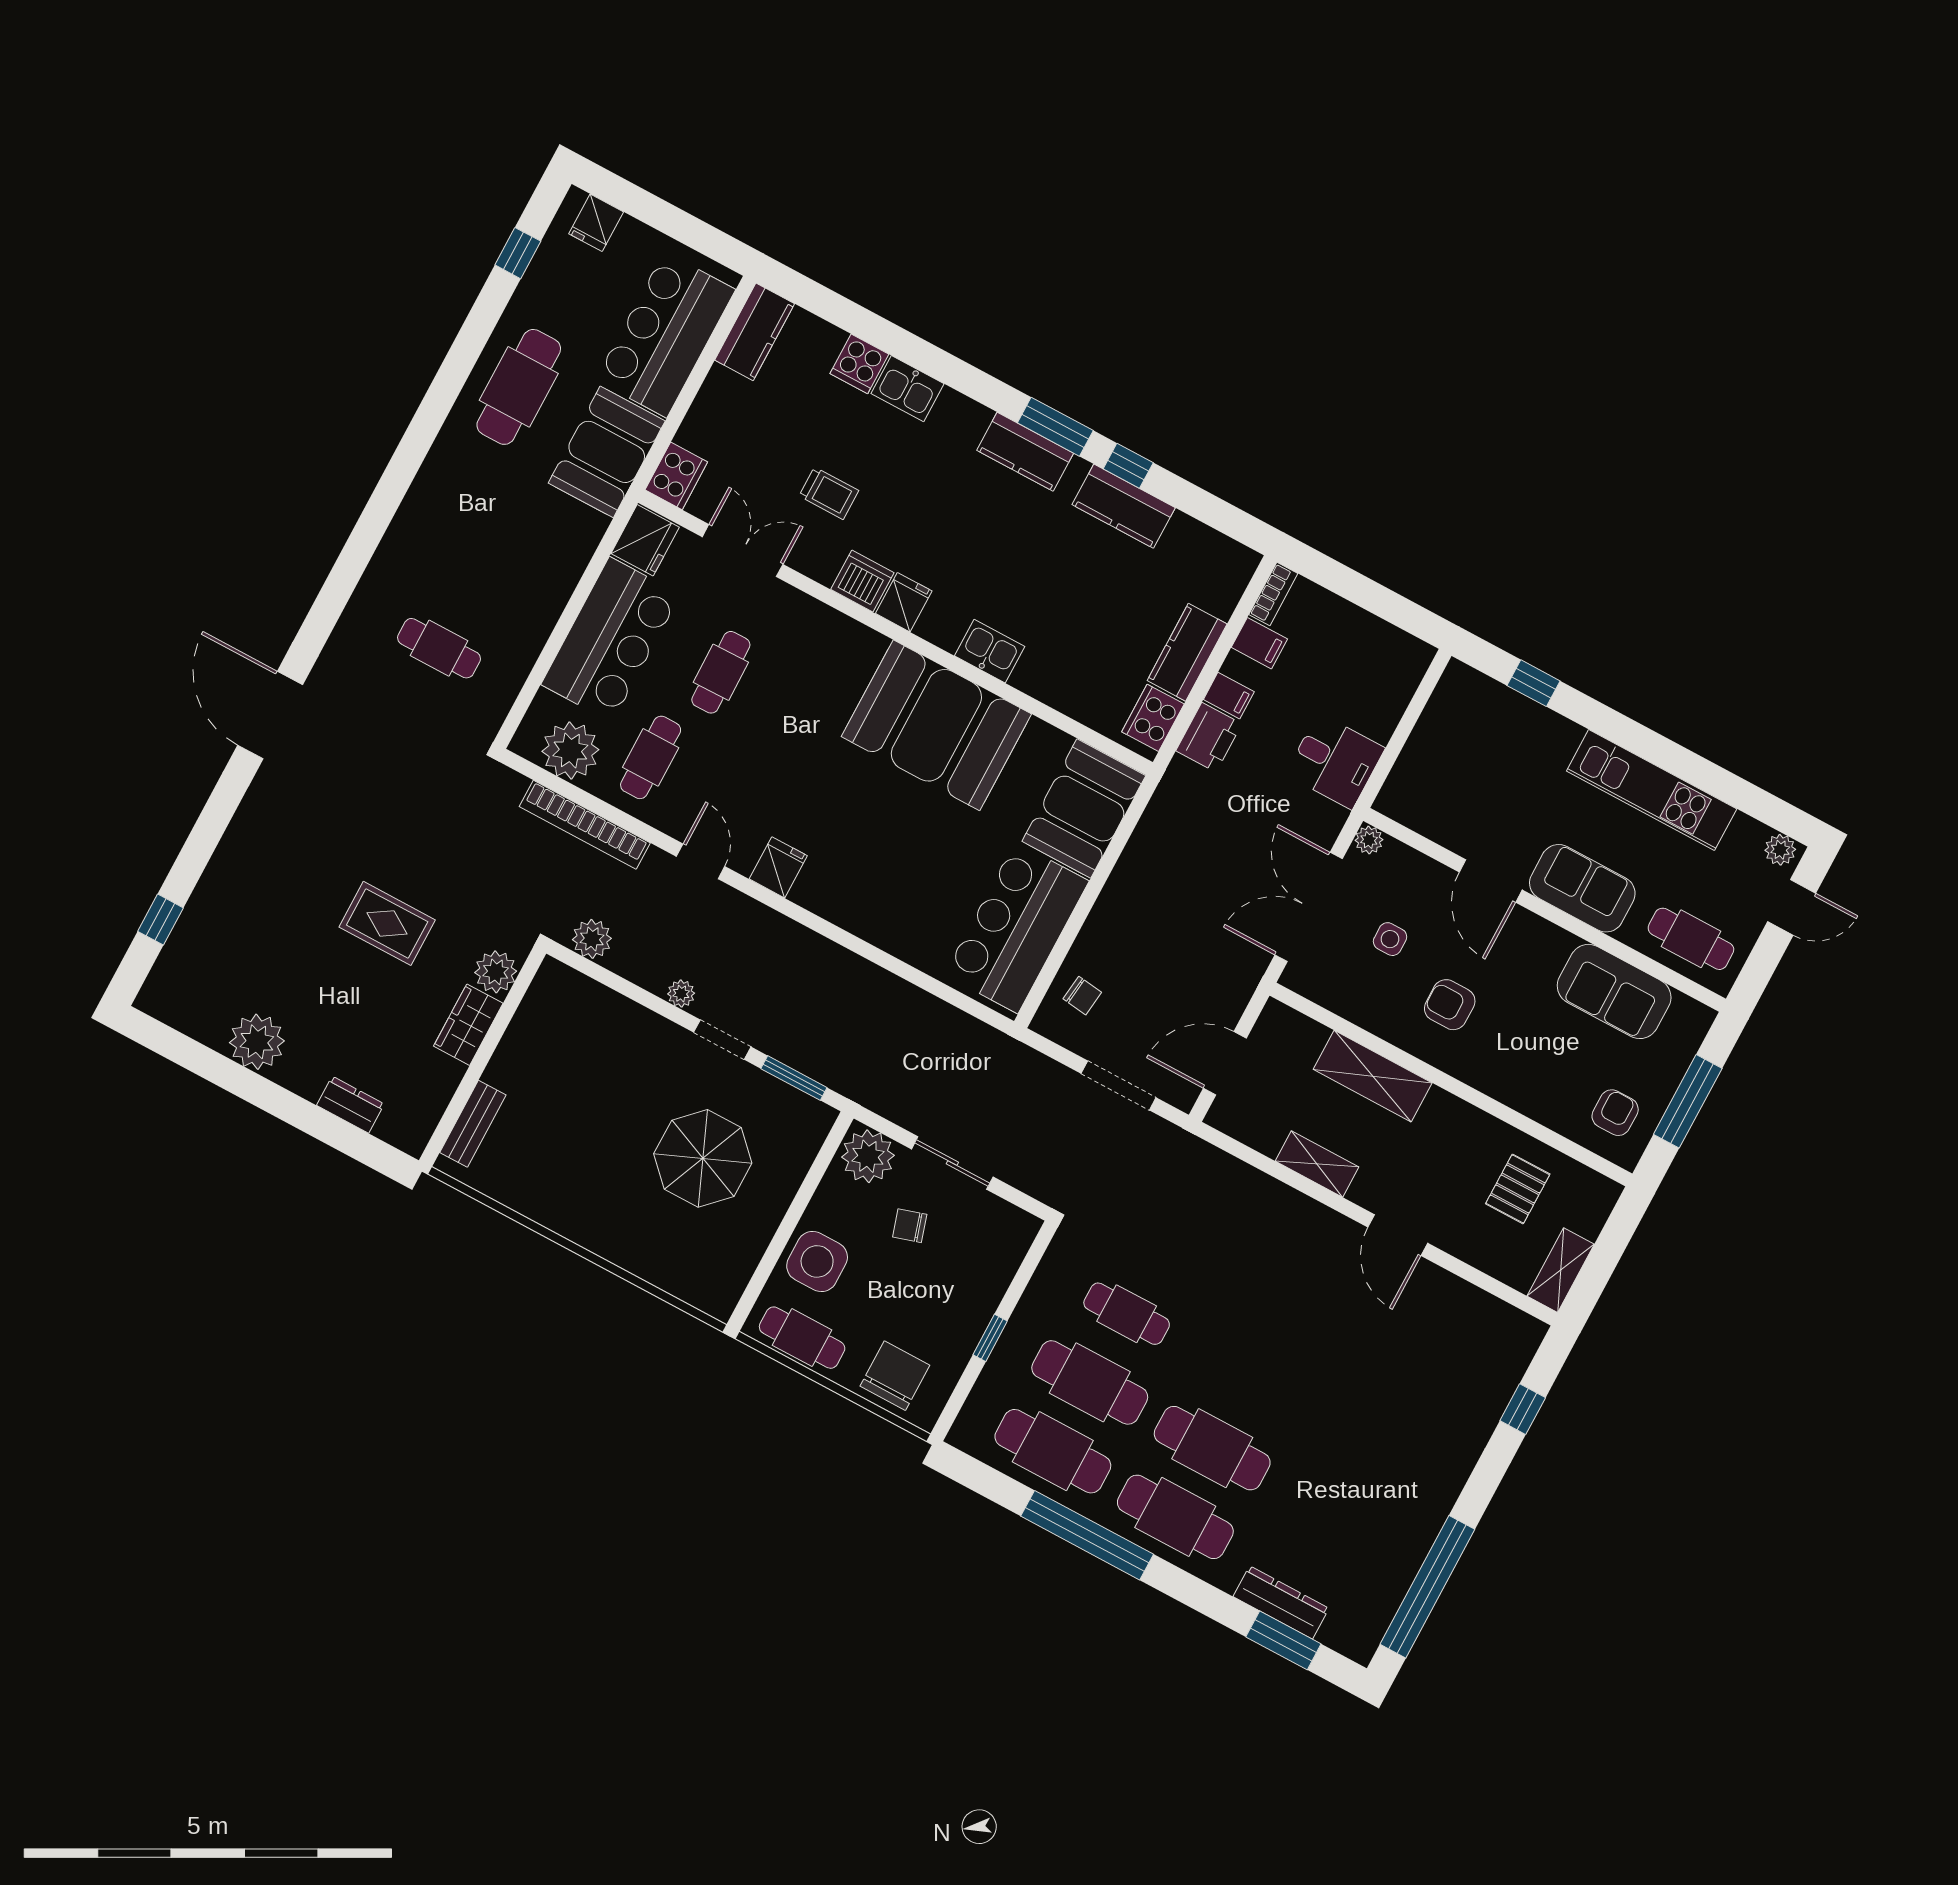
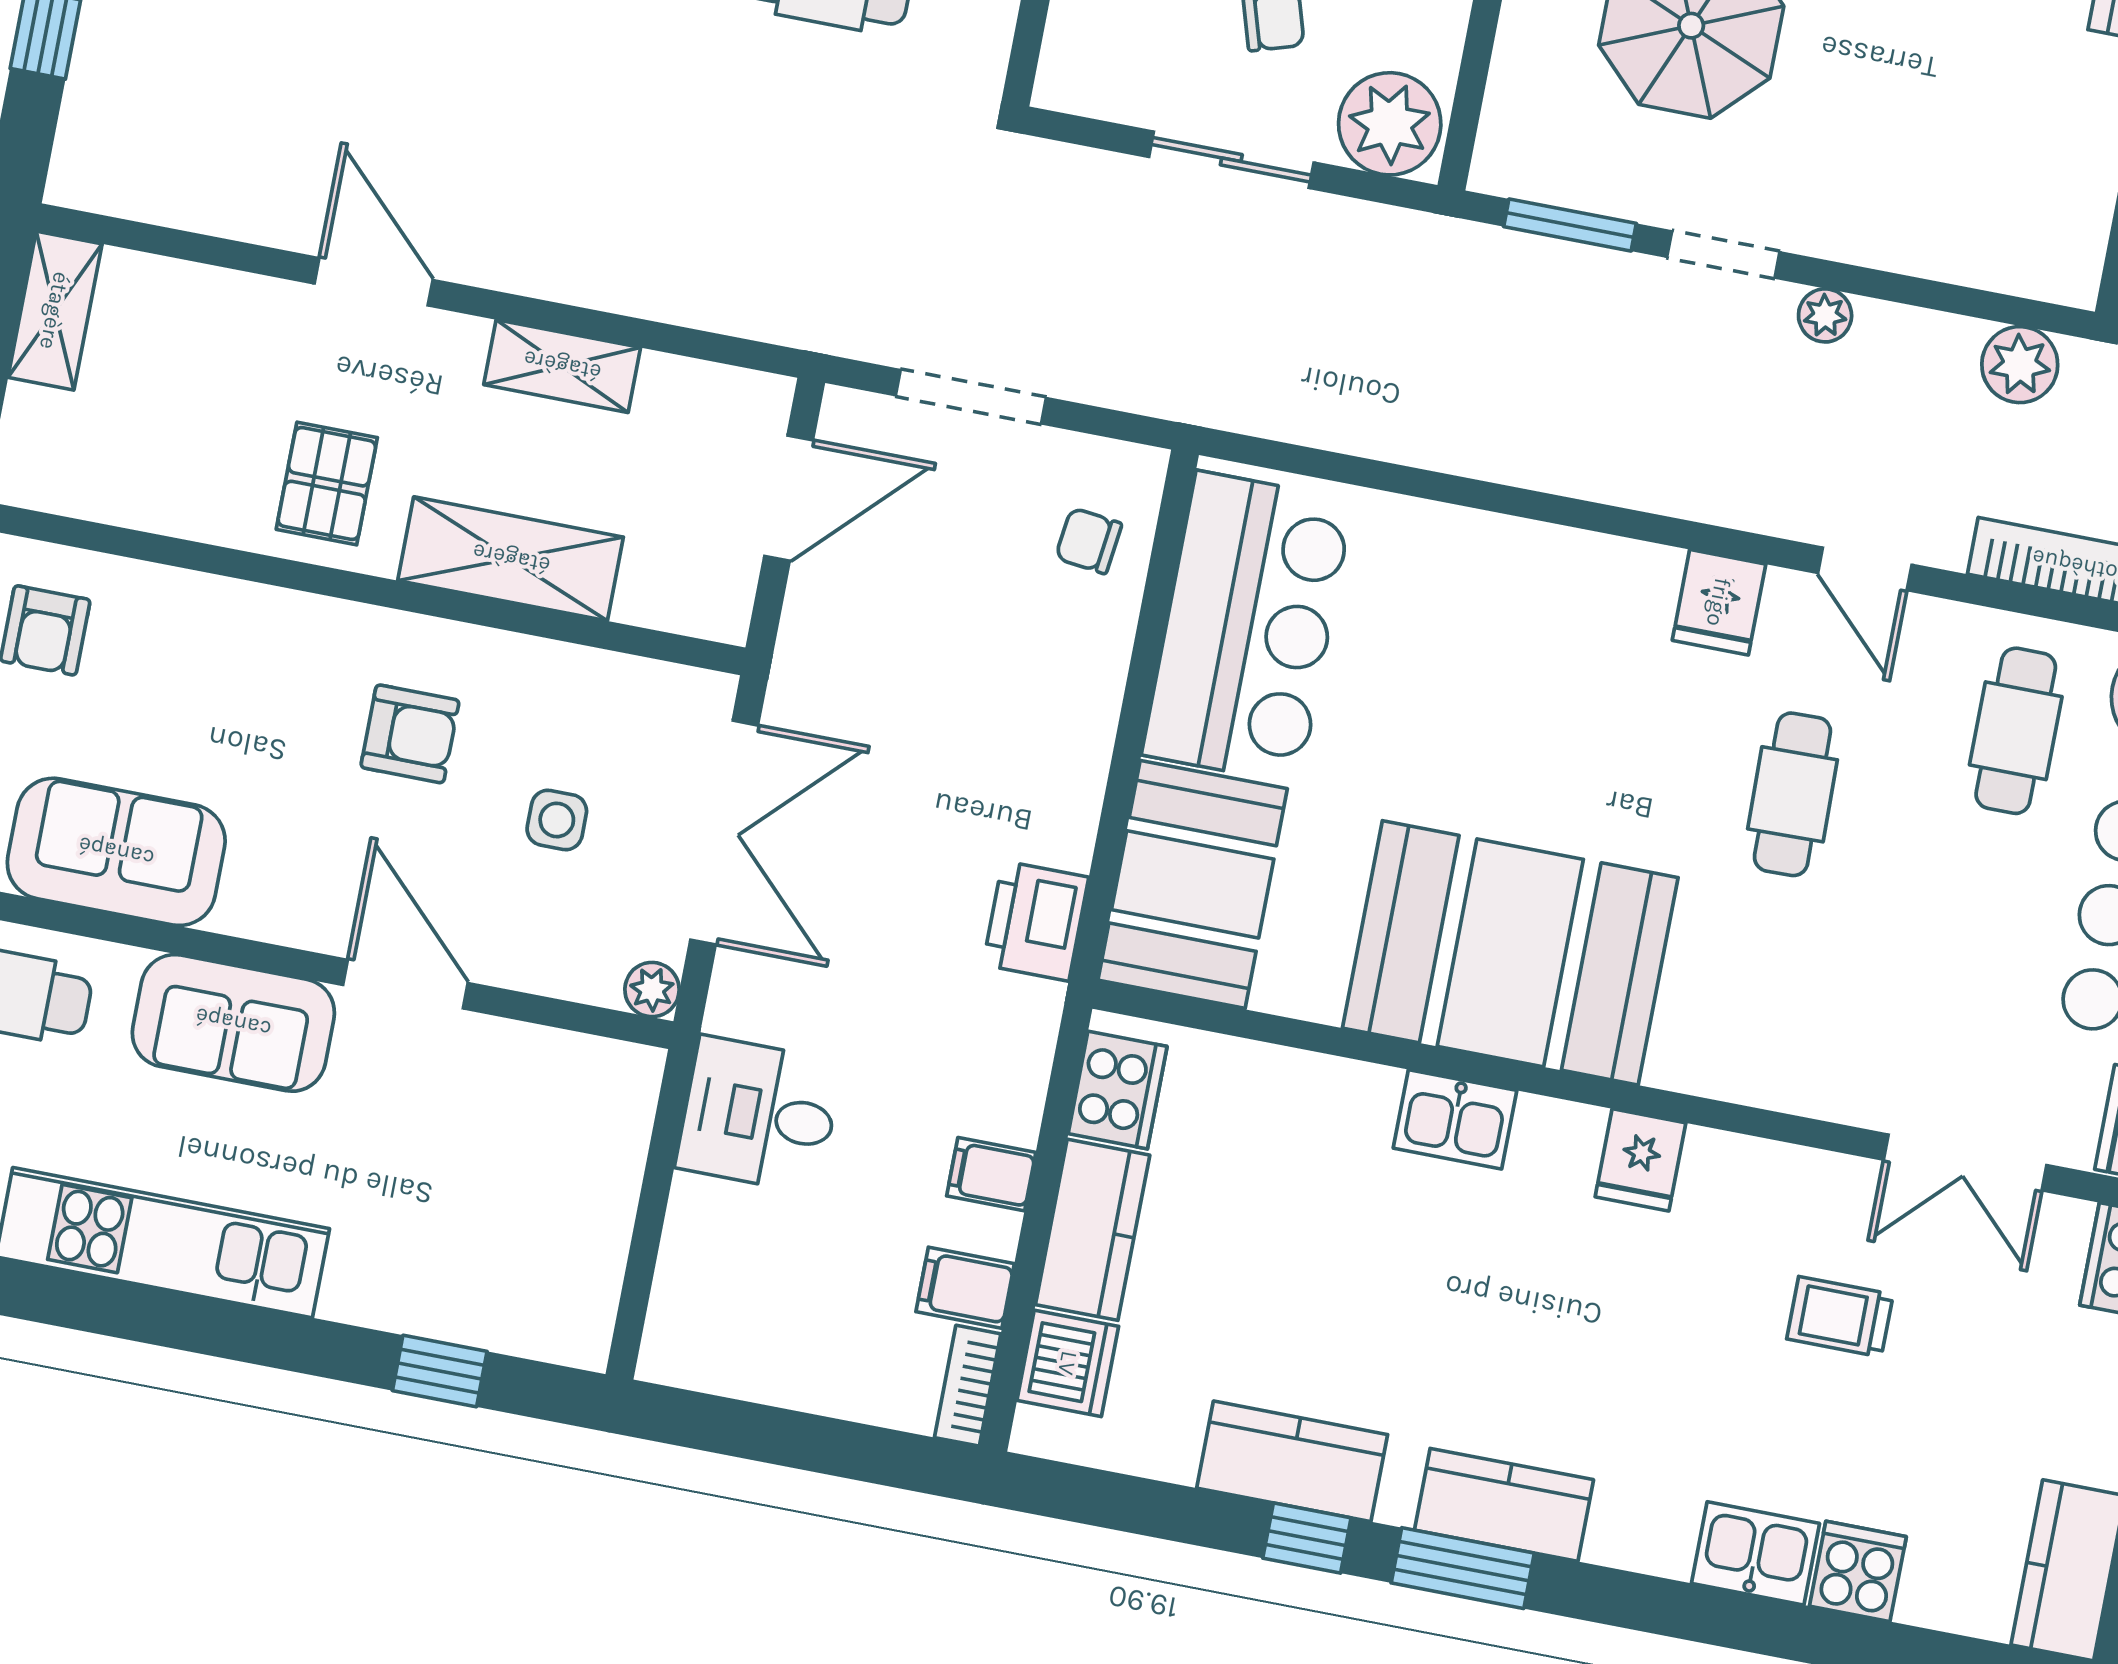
dishwasher: (862, 581) -> (1068, 1363), moved, turned -90
cafe table: (721, 672) -> (1792, 794), moved
printer: (1209, 737) -> (1036, 921), moved
pallet: (1518, 1189) -> (327, 484), moved

